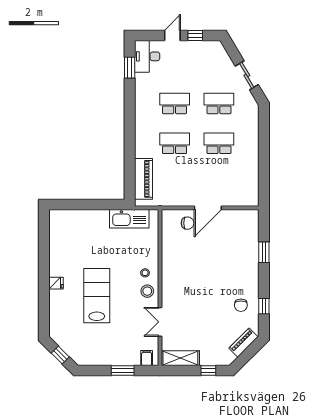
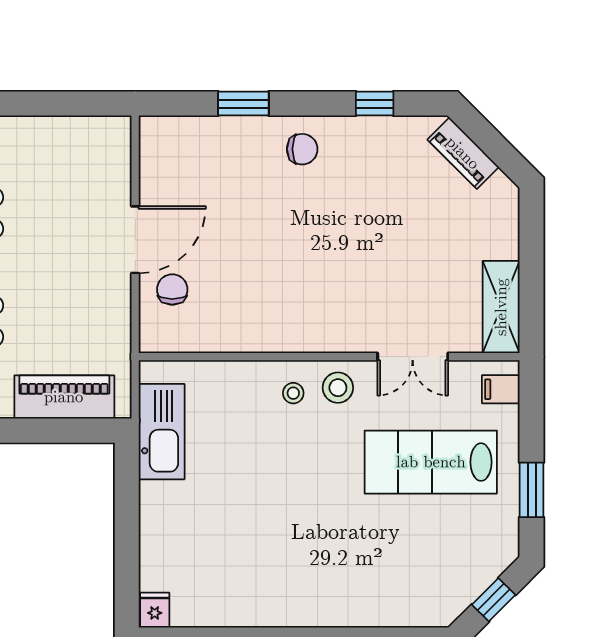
door: (208, 208) -> (135, 240), hinge flipped
fridge: (56, 283) -> (155, 610), moved
lab bench: (97, 296) -> (431, 462), moved
chair: (241, 305) -> (302, 149), moved
window: (123, 371) -> (532, 490), moved
window: (208, 371) -> (532, 239), removed

